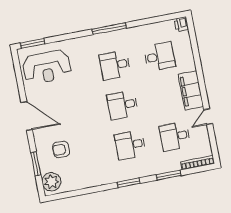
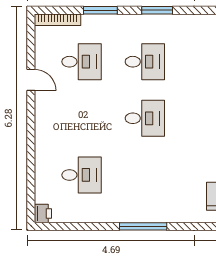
desk: (160, 56) -> (82, 175), turned 180
desk: (115, 65) -> (145, 175), removed
filing cabinet: (191, 90) -> (48, 120), removed
door: (208, 117) -> (31, 80), hinge flipped

